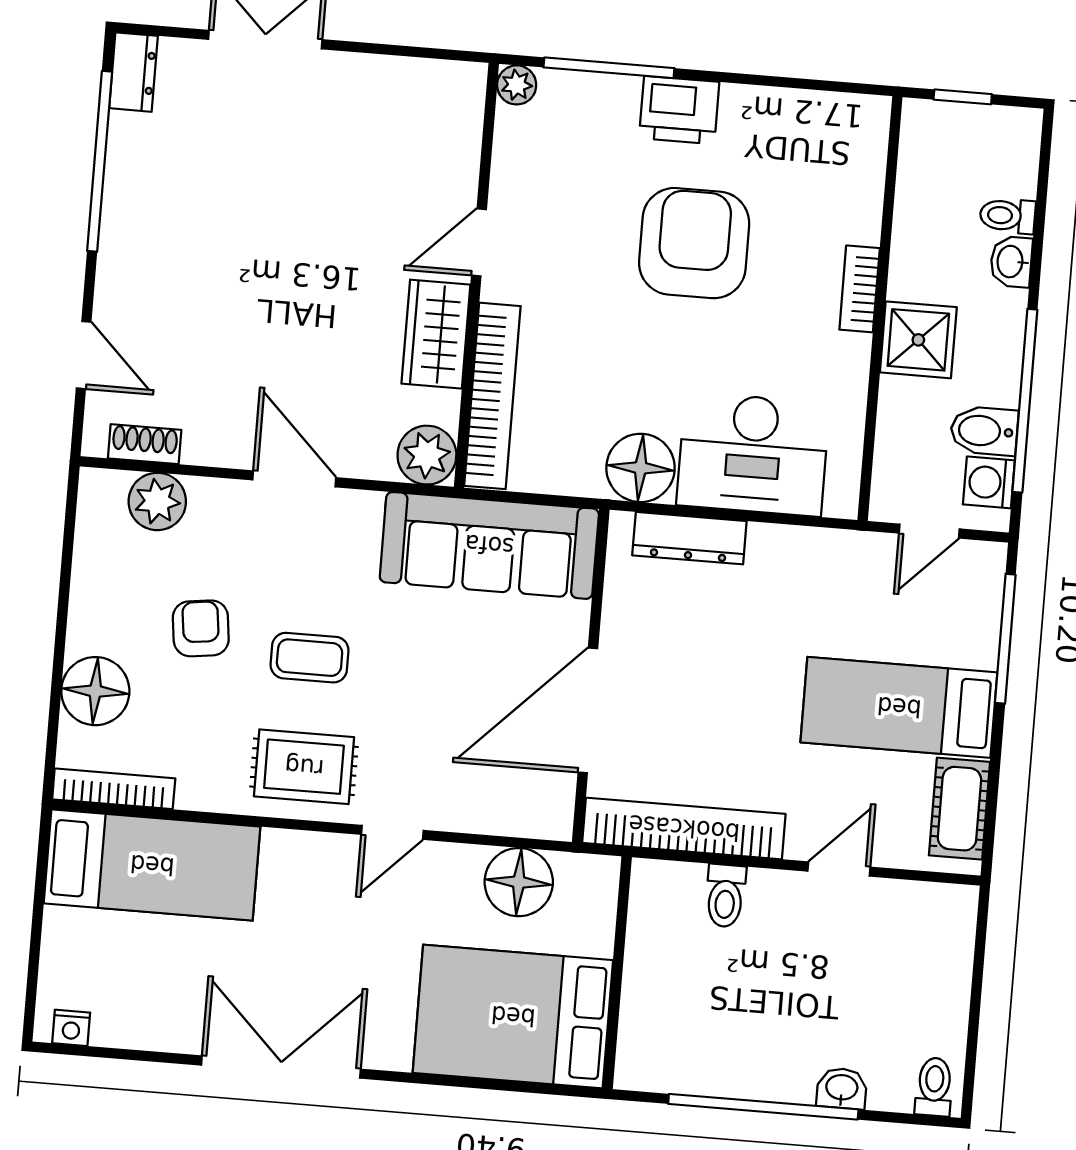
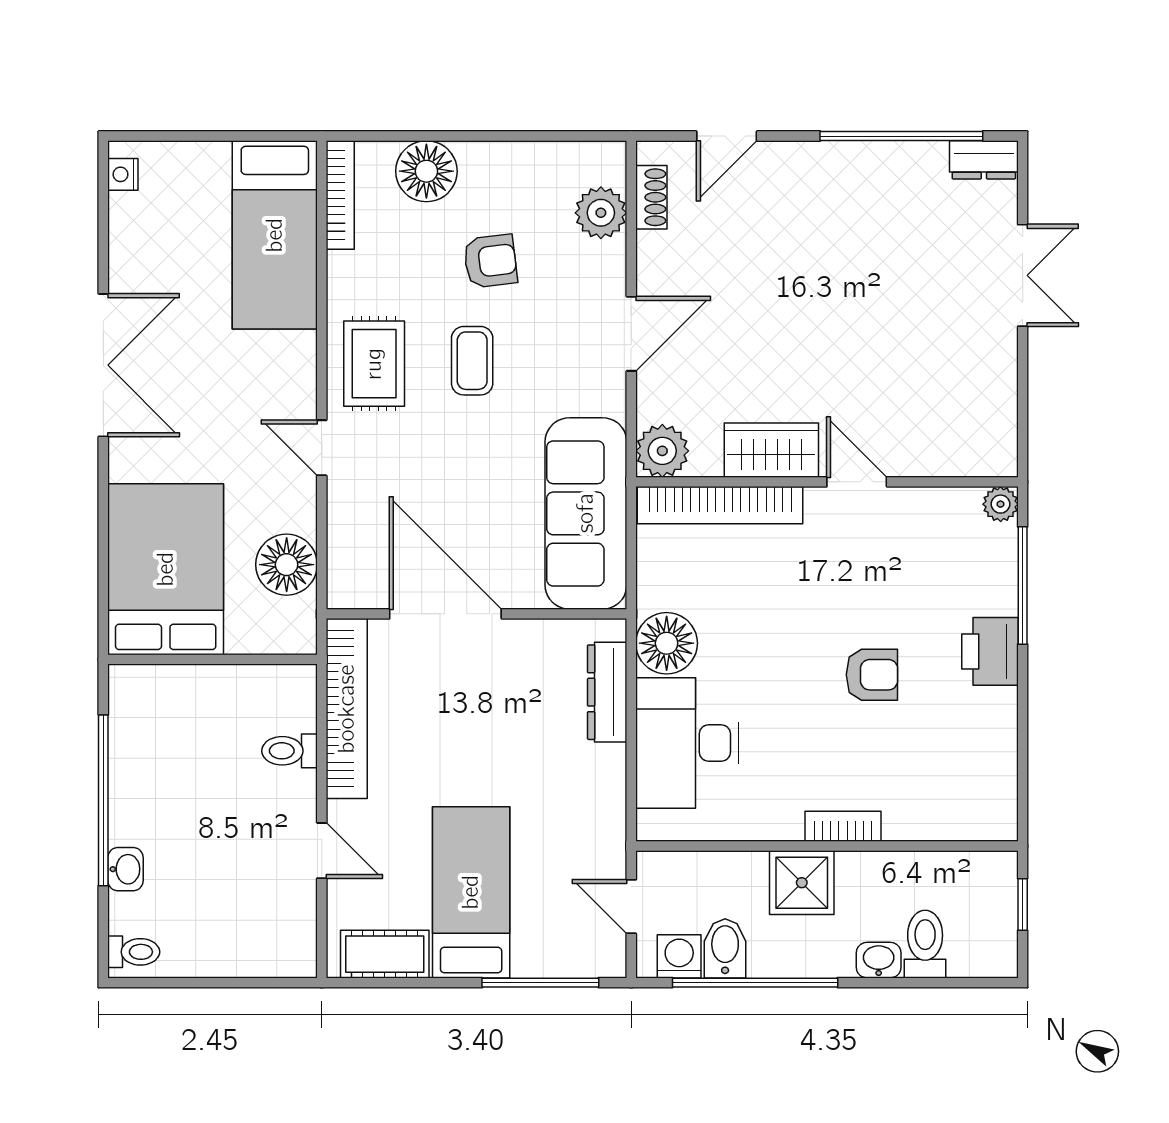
toilet: (1008, 216) -> (925, 944), width x1.37, depth x1.39
armchair: (694, 243) -> (872, 675), width x0.53, depth x0.53

